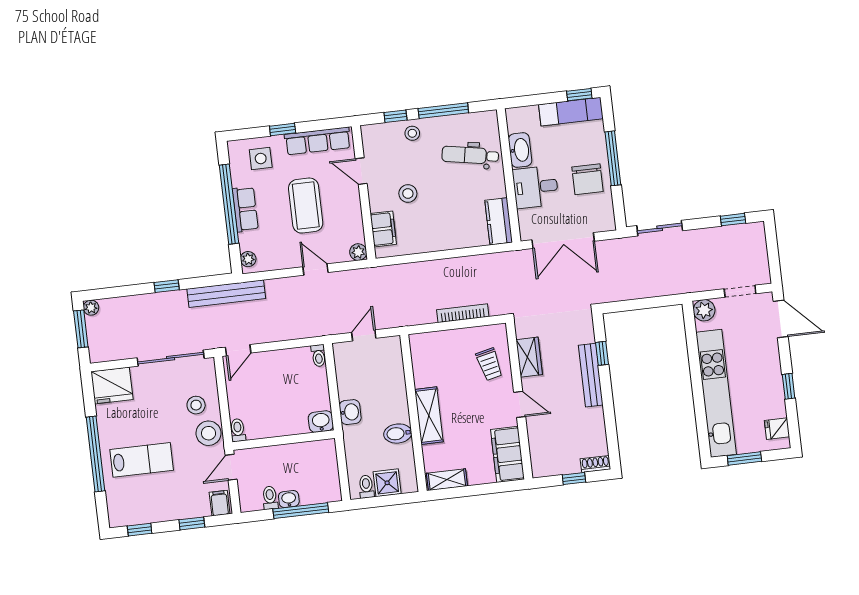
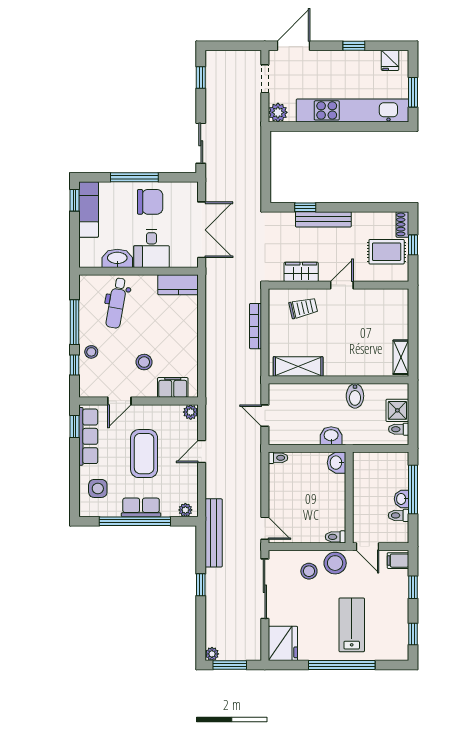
window: (283, 129) -> (74, 427), moved
coffee table: (306, 206) -> (144, 454), turned 90
shelving: (429, 416) -> (298, 367), moved
rug: (563, 450) -> (387, 252), added
filing cabinet: (508, 454) -> (385, 301), removed

